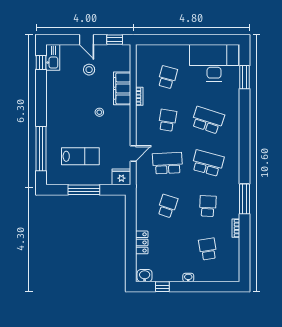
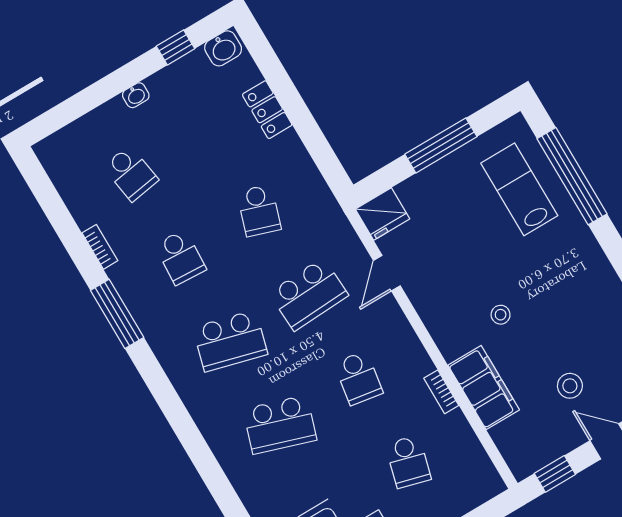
lab bench: (80, 156) -> (519, 189), moved, turned 90

